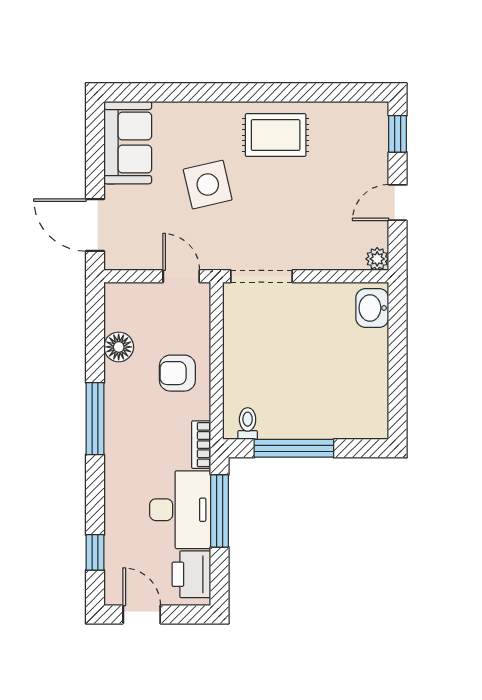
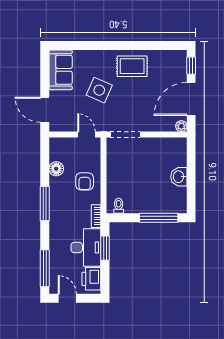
side table: (208, 185) -> (99, 90), turned 37
door: (398, 203) -> (191, 99), width x1.88
washbasin: (372, 308) -> (179, 177), moved
armchair: (177, 373) -> (85, 181), turned -90
window: (294, 448) -> (159, 218), moved
window: (220, 511) -> (105, 248), width x0.69
window: (95, 552) -> (45, 268), width x2.17

